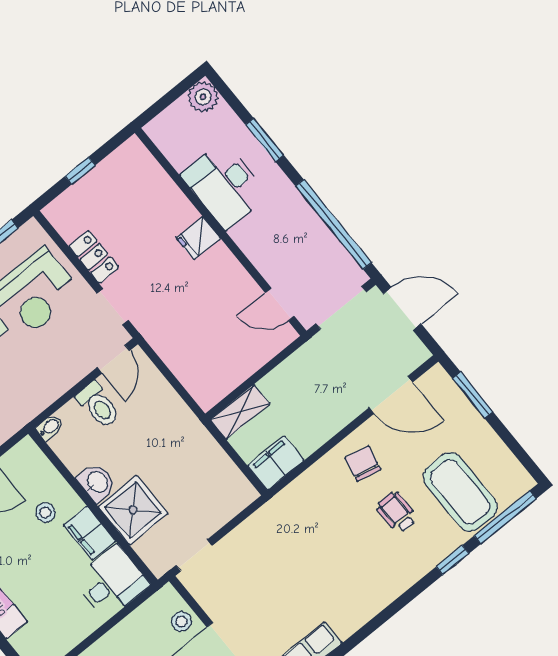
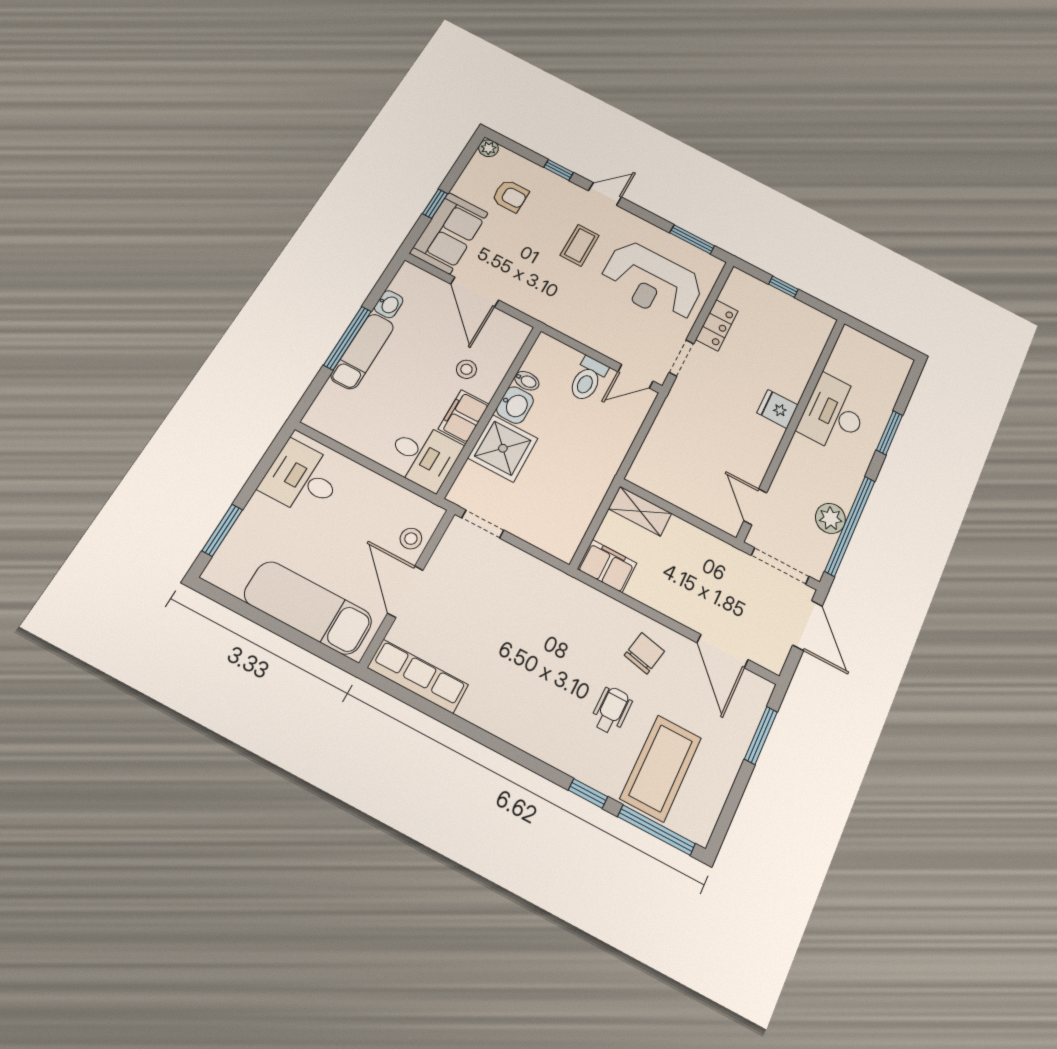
plant: (203, 97) -> (830, 518), moved
bidet: (50, 427) -> (527, 381), moved

